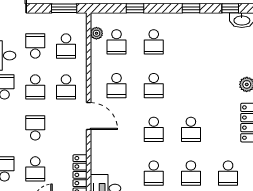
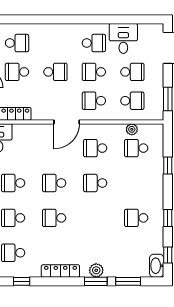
plant: (96, 33) -> (132, 129), moved
school desk: (154, 42) -> (136, 218), moved
school desk: (66, 46) -> (132, 101), turned 180

